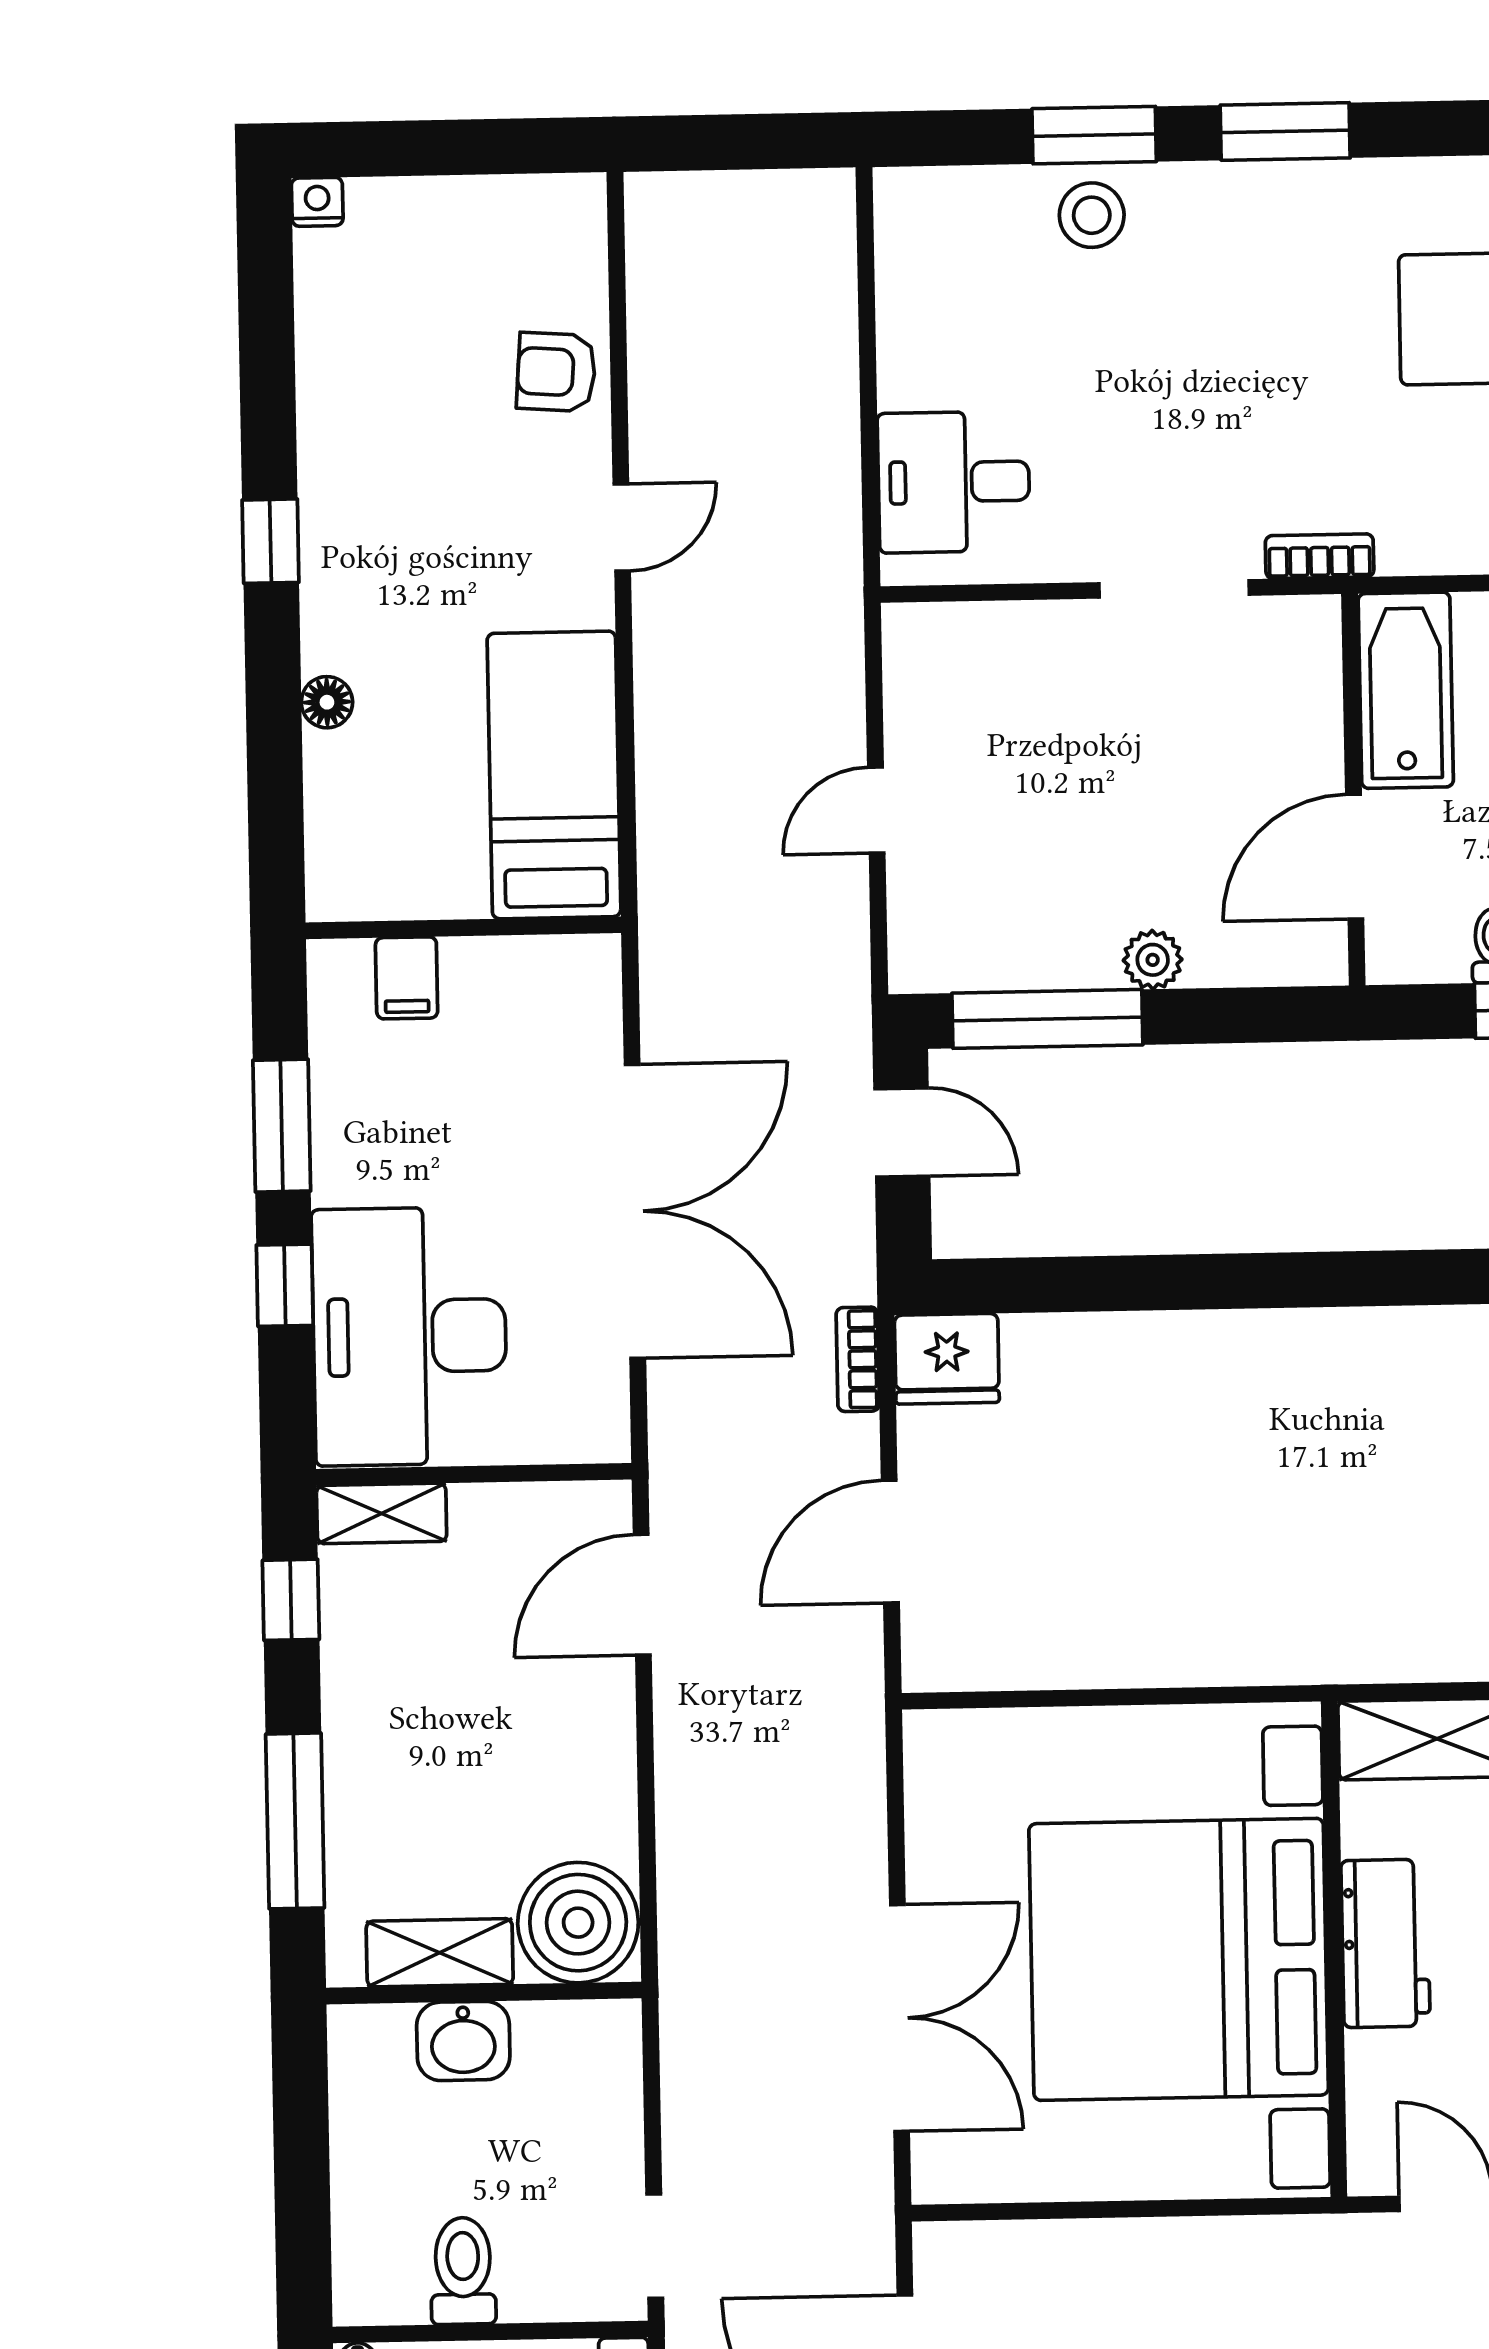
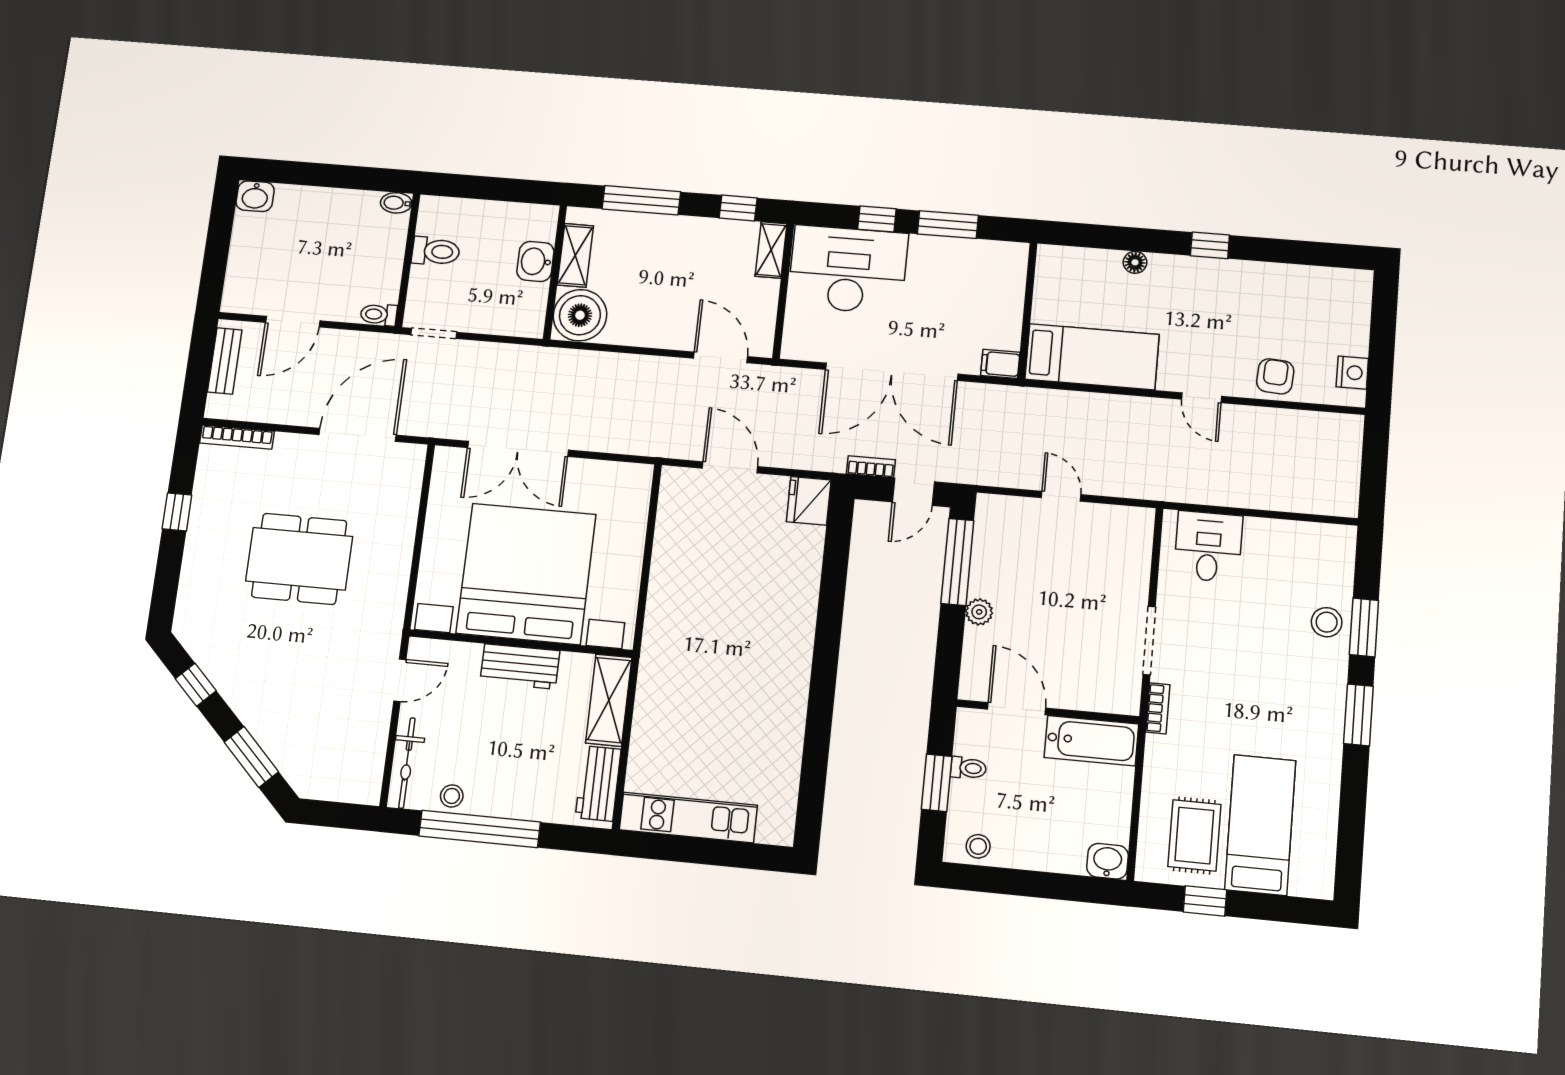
nightstand: (317, 202) -> (1352, 373), moved, width x1.39, depth x1.35
filing cabinet: (407, 978) -> (1000, 364), moved
bookcase: (858, 1359) -> (871, 467), moved

